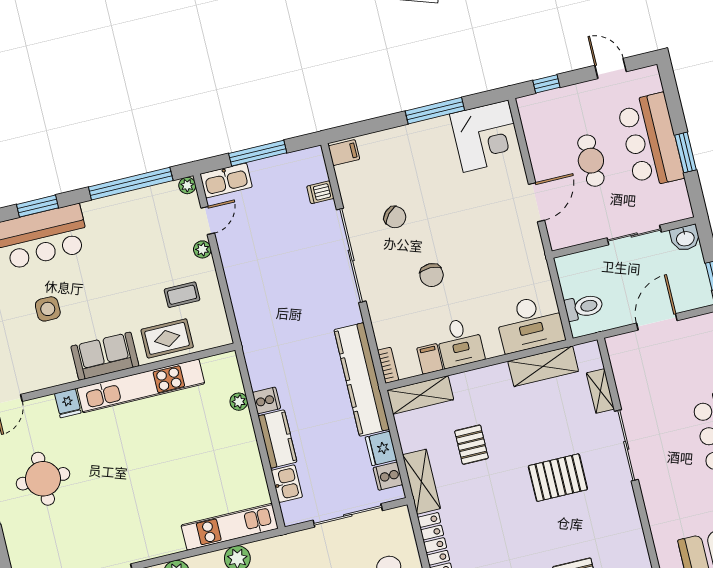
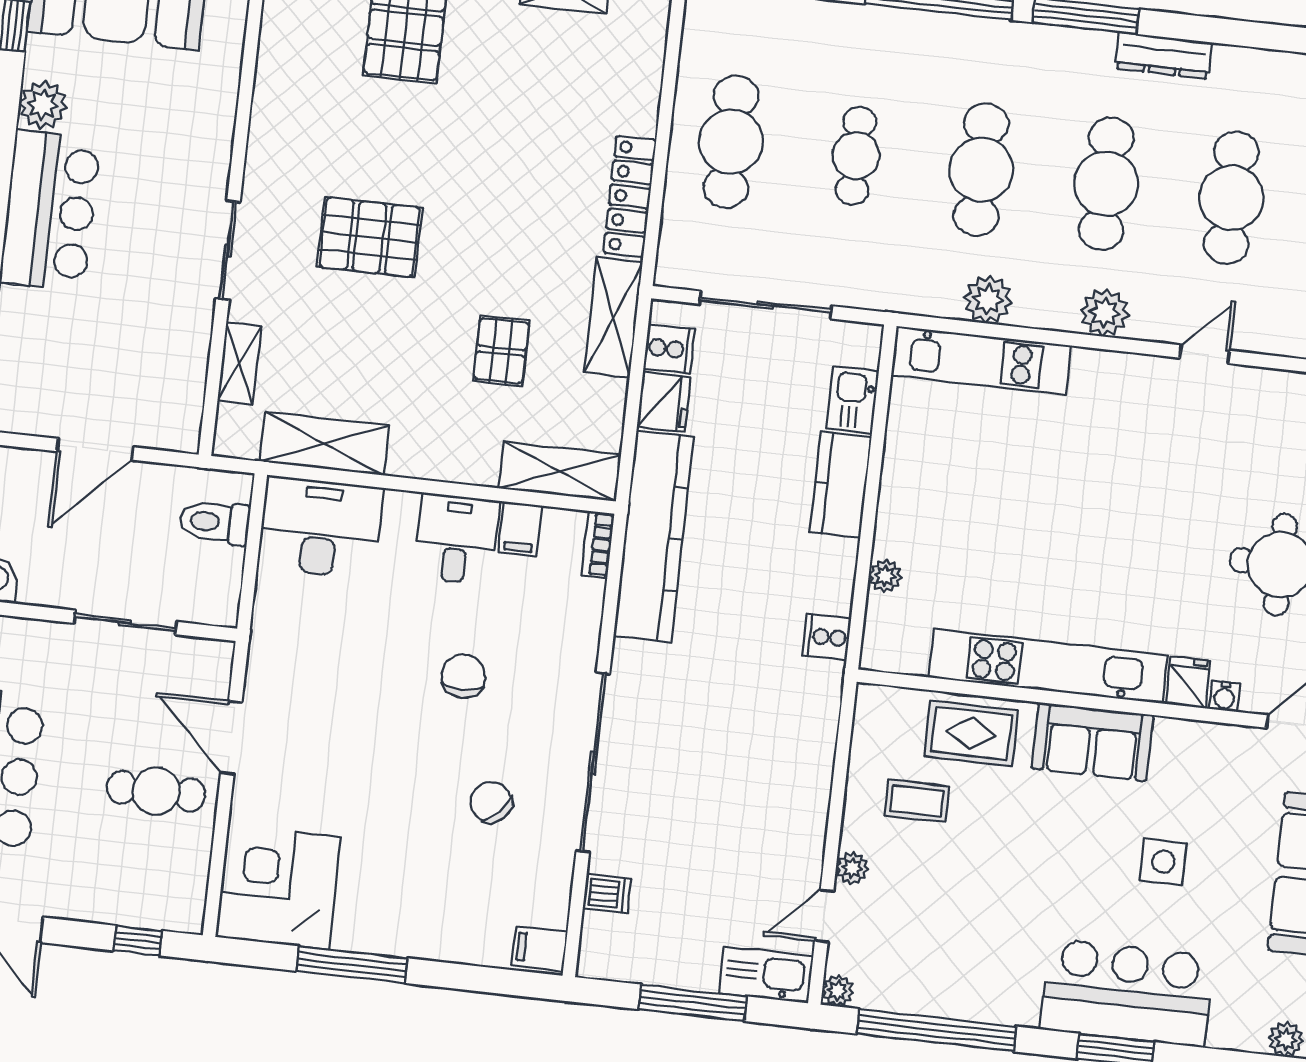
cafe table: (591, 161) -> (156, 791), moved, turned 90
door: (536, 202) -> (231, 738), hinge flipped
sliding door: (634, 235) -> (125, 622), moved
cooker: (266, 400) -> (827, 637), moved
water cooler: (47, 403) -> (1224, 696), added
sliding door: (626, 445) -> (228, 250), width x0.73

